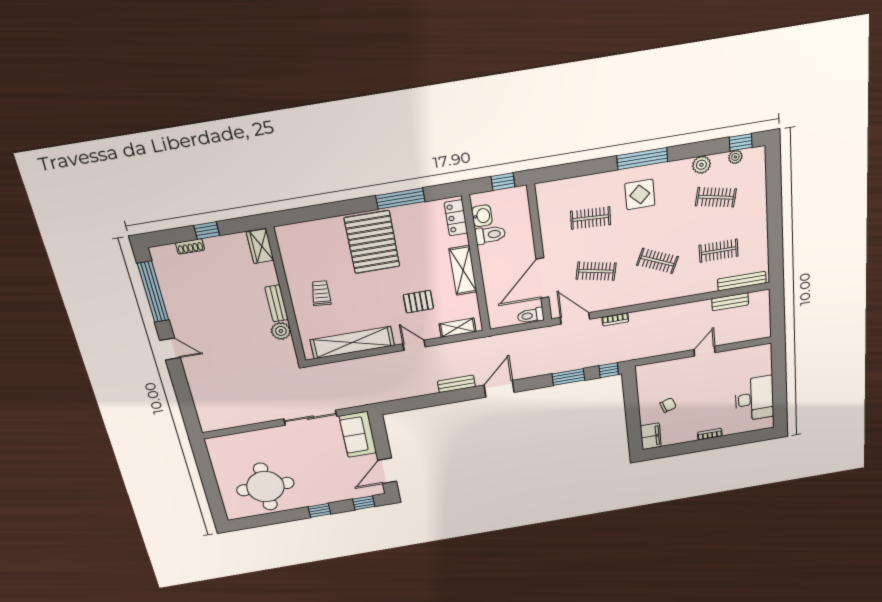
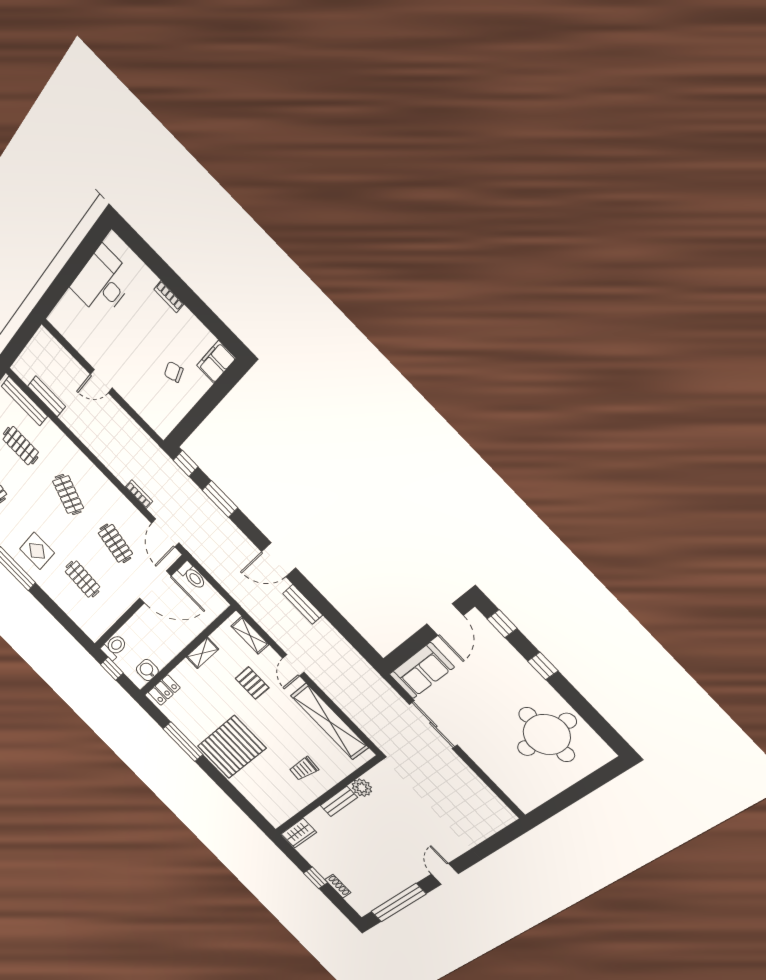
toilet: (490, 235) -> (114, 647), moved, turned 90
shelving: (463, 270) -> (202, 653), width x0.67, depth x0.75
door: (387, 471) -> (445, 620), hinge flipped

